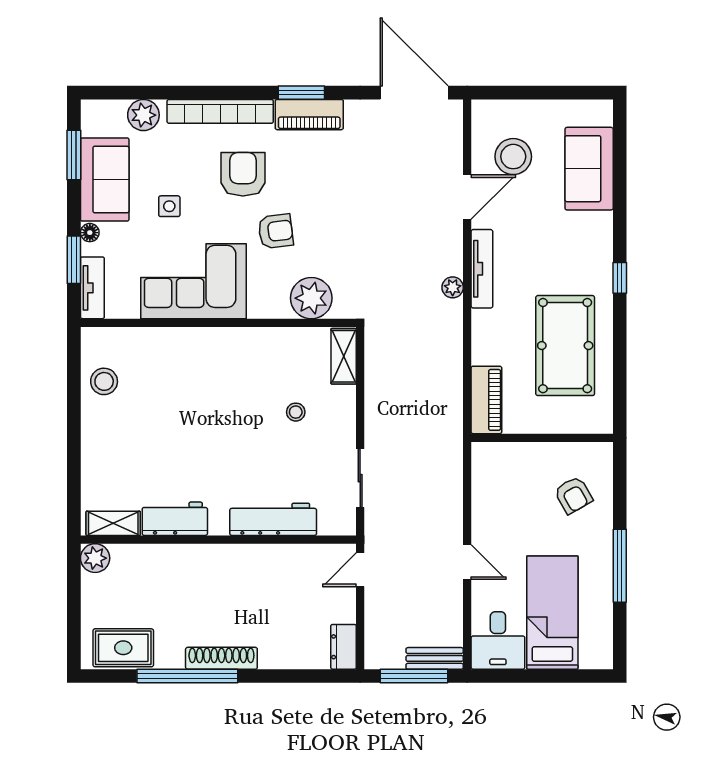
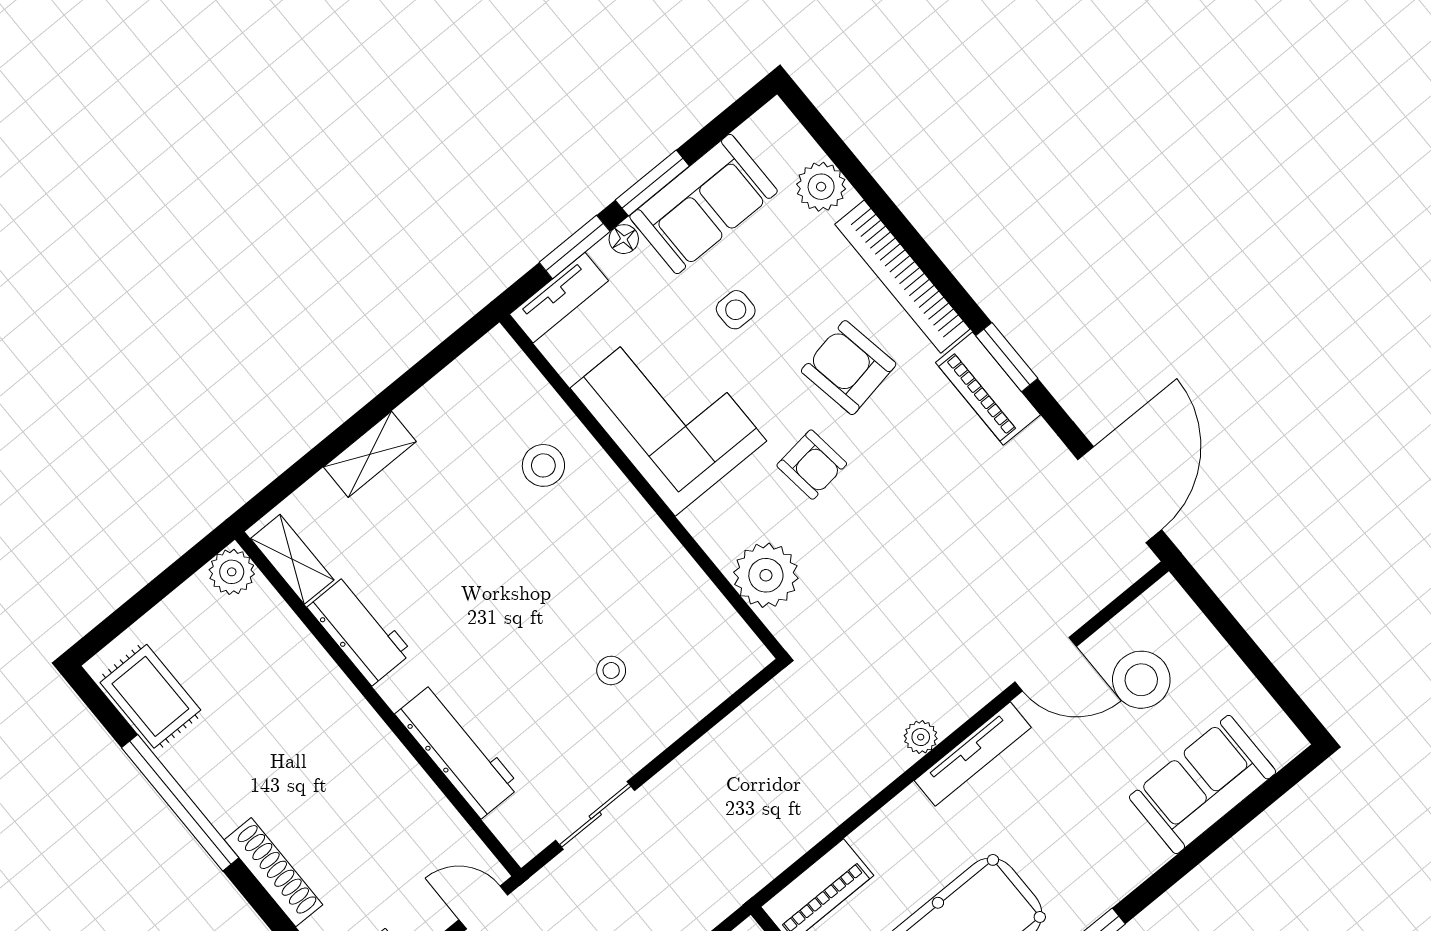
window: (74, 155) -> (652, 183), moved
armchair: (243, 174) -> (849, 368), turned -100
shelving: (344, 356) -> (370, 454), moved
stool: (104, 381) -> (543, 465), moved
shoe rack: (221, 658) -> (273, 872), moved

